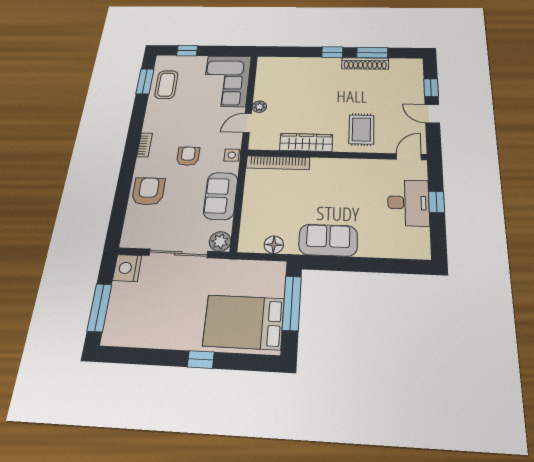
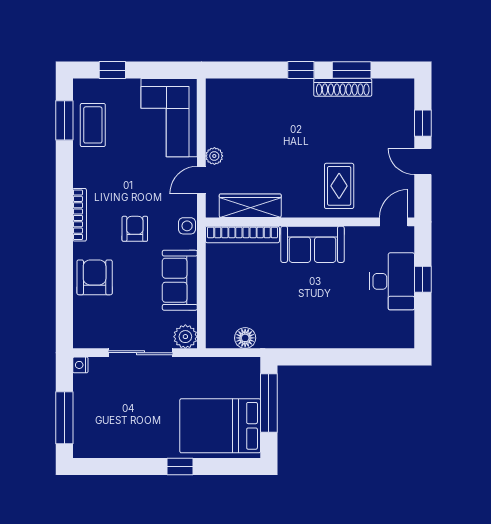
wardrobe: (306, 142) -> (250, 206), moved
bookcase: (145, 145) -> (80, 215), width x1.56
sofa: (328, 240) -> (313, 244), moved, turned 180
nightstand: (127, 268) -> (80, 365), width x0.53, depth x0.56

